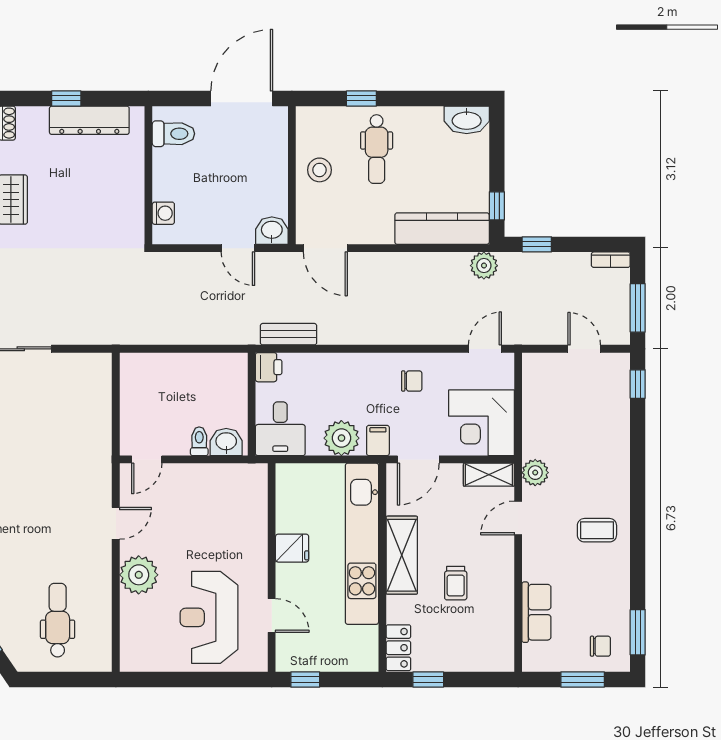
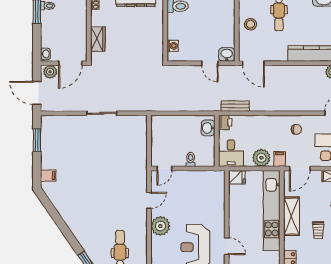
washbasin: (226, 442) -> (208, 128), moved, turned -90
fridge: (292, 548) -> (237, 177), moved

